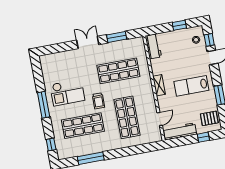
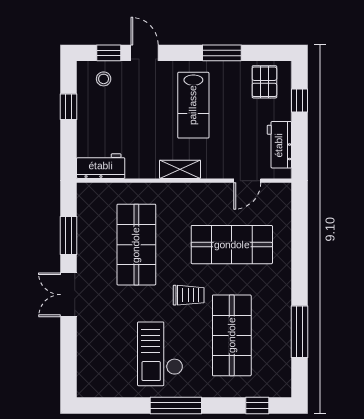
checkout: (67, 92) -> (160, 354), turned 180
door: (160, 119) -> (247, 181), swing flipped
workbench: (180, 131) -> (279, 145), width x0.73

